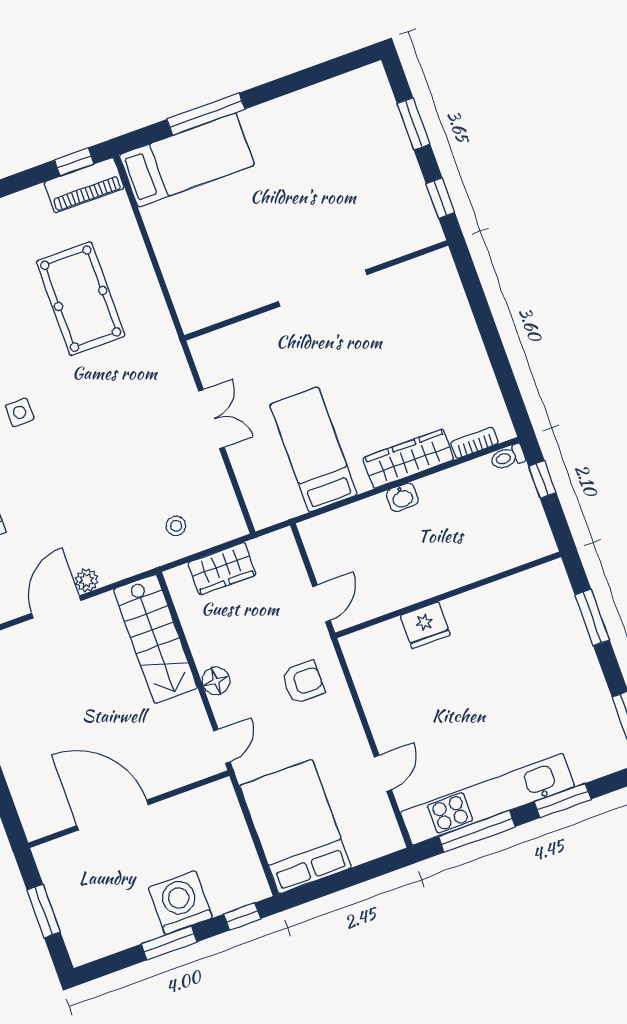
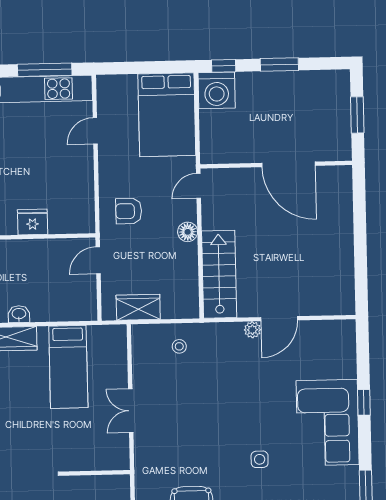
wardrobe: (222, 569) -> (138, 307), moved
washing machine: (180, 903) -> (217, 90), moved

